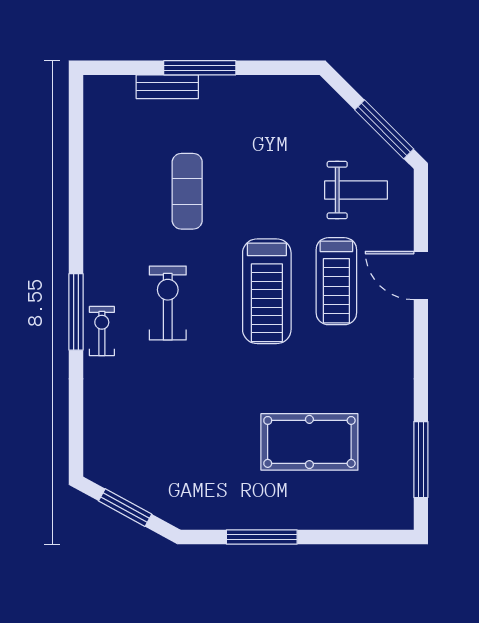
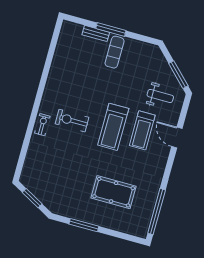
exercise mat: (187, 191) -> (115, 52), moved
exercise bike: (168, 303) -> (72, 121), turned -90
window: (76, 312) -> (34, 114), removed
window: (421, 460) -> (157, 212), width x1.46

